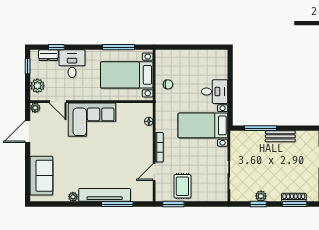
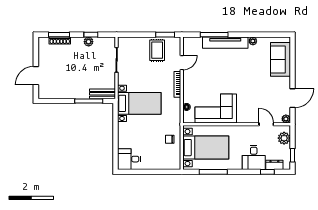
desk: (215, 92) -> (129, 159), moved
corner sofa: (92, 120) -> (216, 108), moved
bench: (280, 136) -> (103, 94), moved

